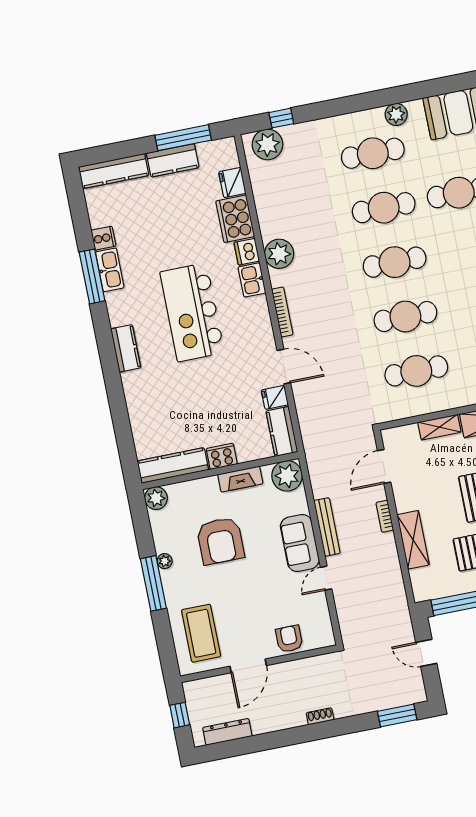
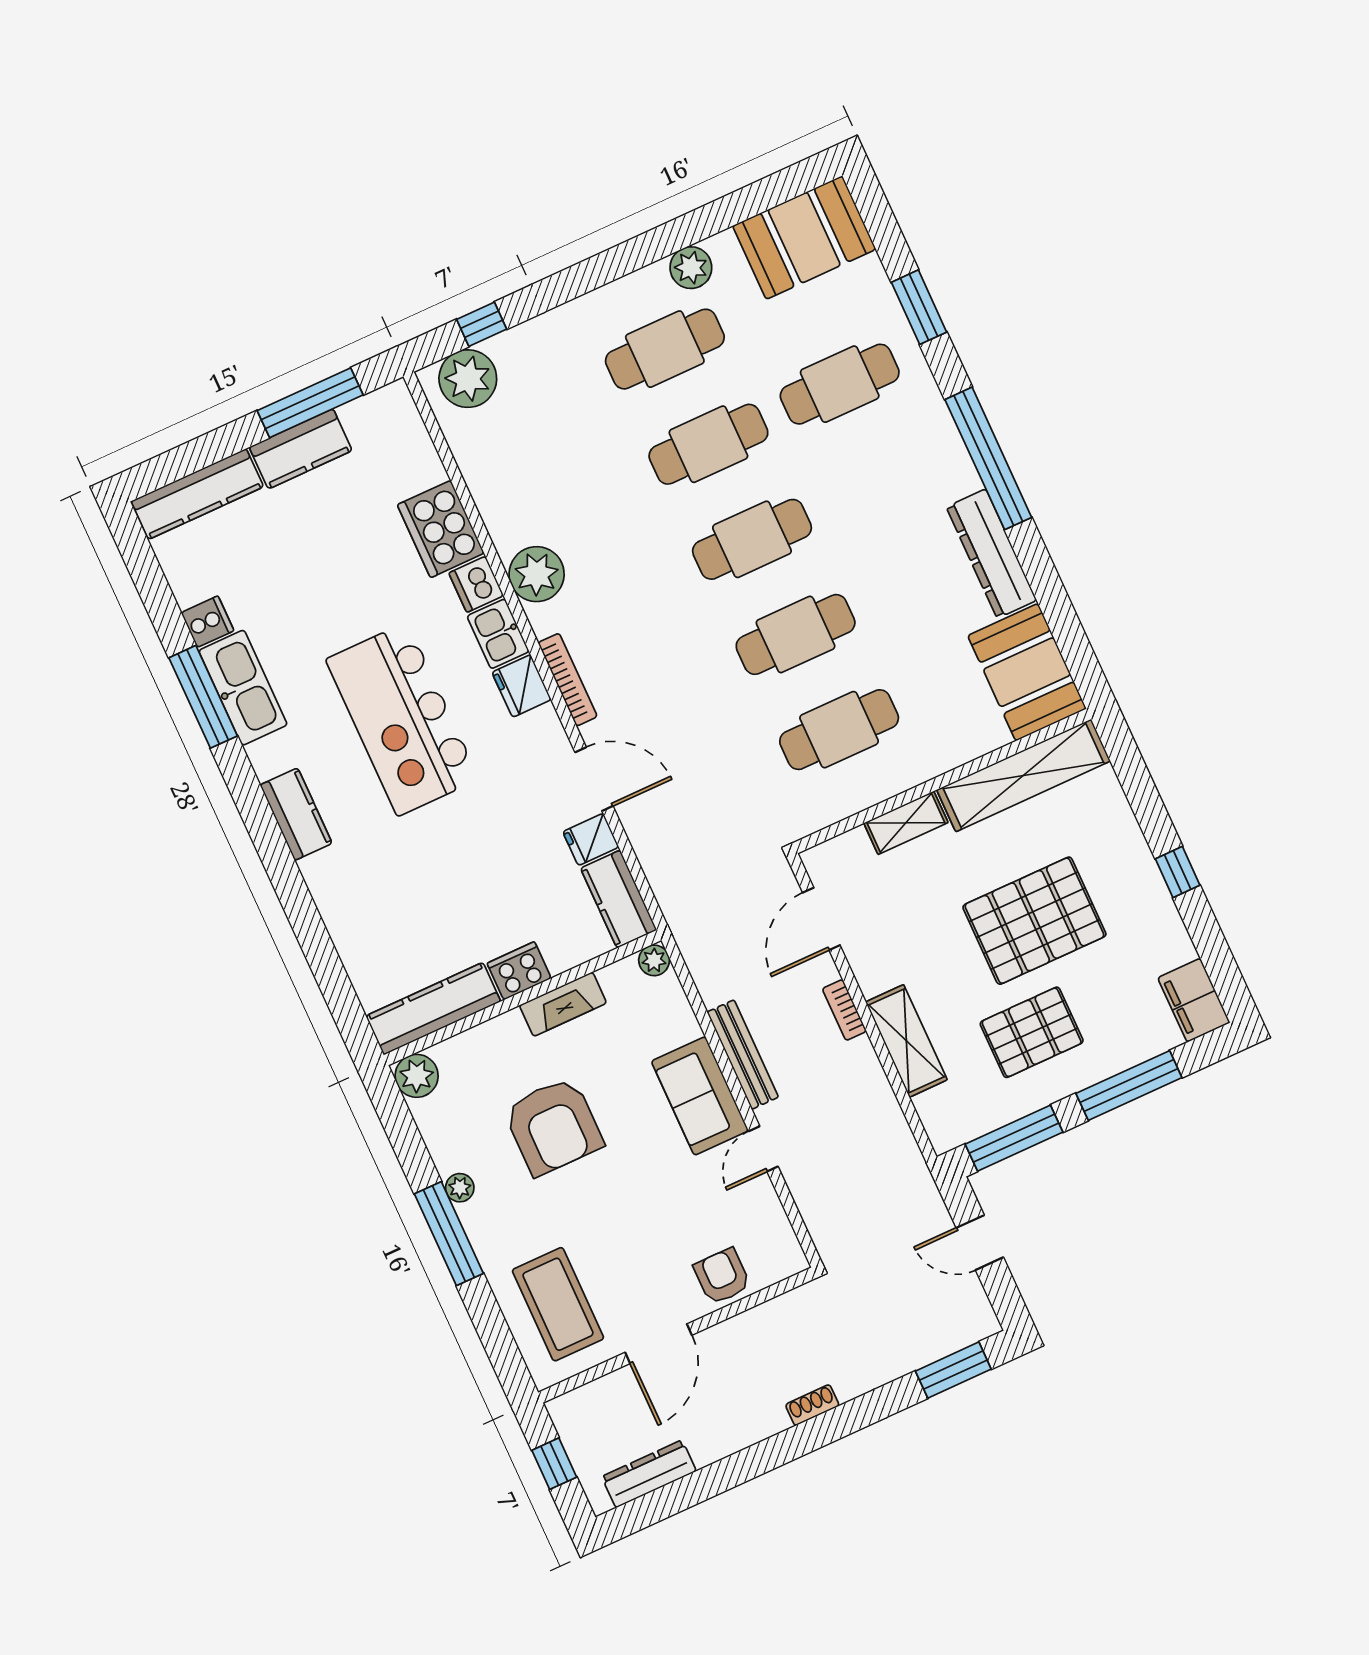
fridge: (232, 182) -> (522, 686), moved
kitchen sink: (110, 270) -> (243, 688), width x1.36, depth x1.24
plant: (287, 476) -> (654, 960), width x0.53, depth x0.53

